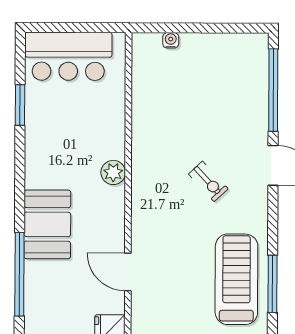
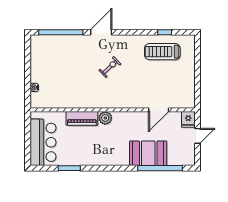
piano: (113, 129) -> (82, 118), added
booth: (47, 224) -> (148, 153), moved
treadmill: (236, 279) -> (162, 52), width x0.73, depth x0.73
window: (273, 284) -> (165, 32), width x0.46

